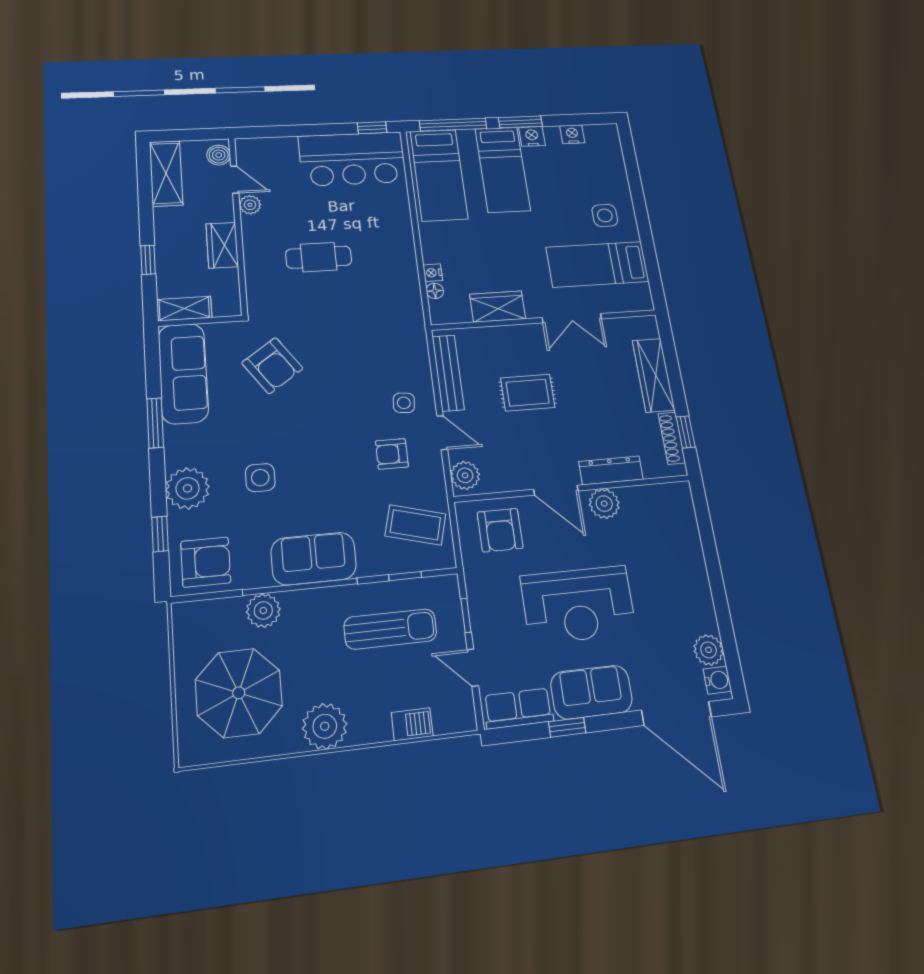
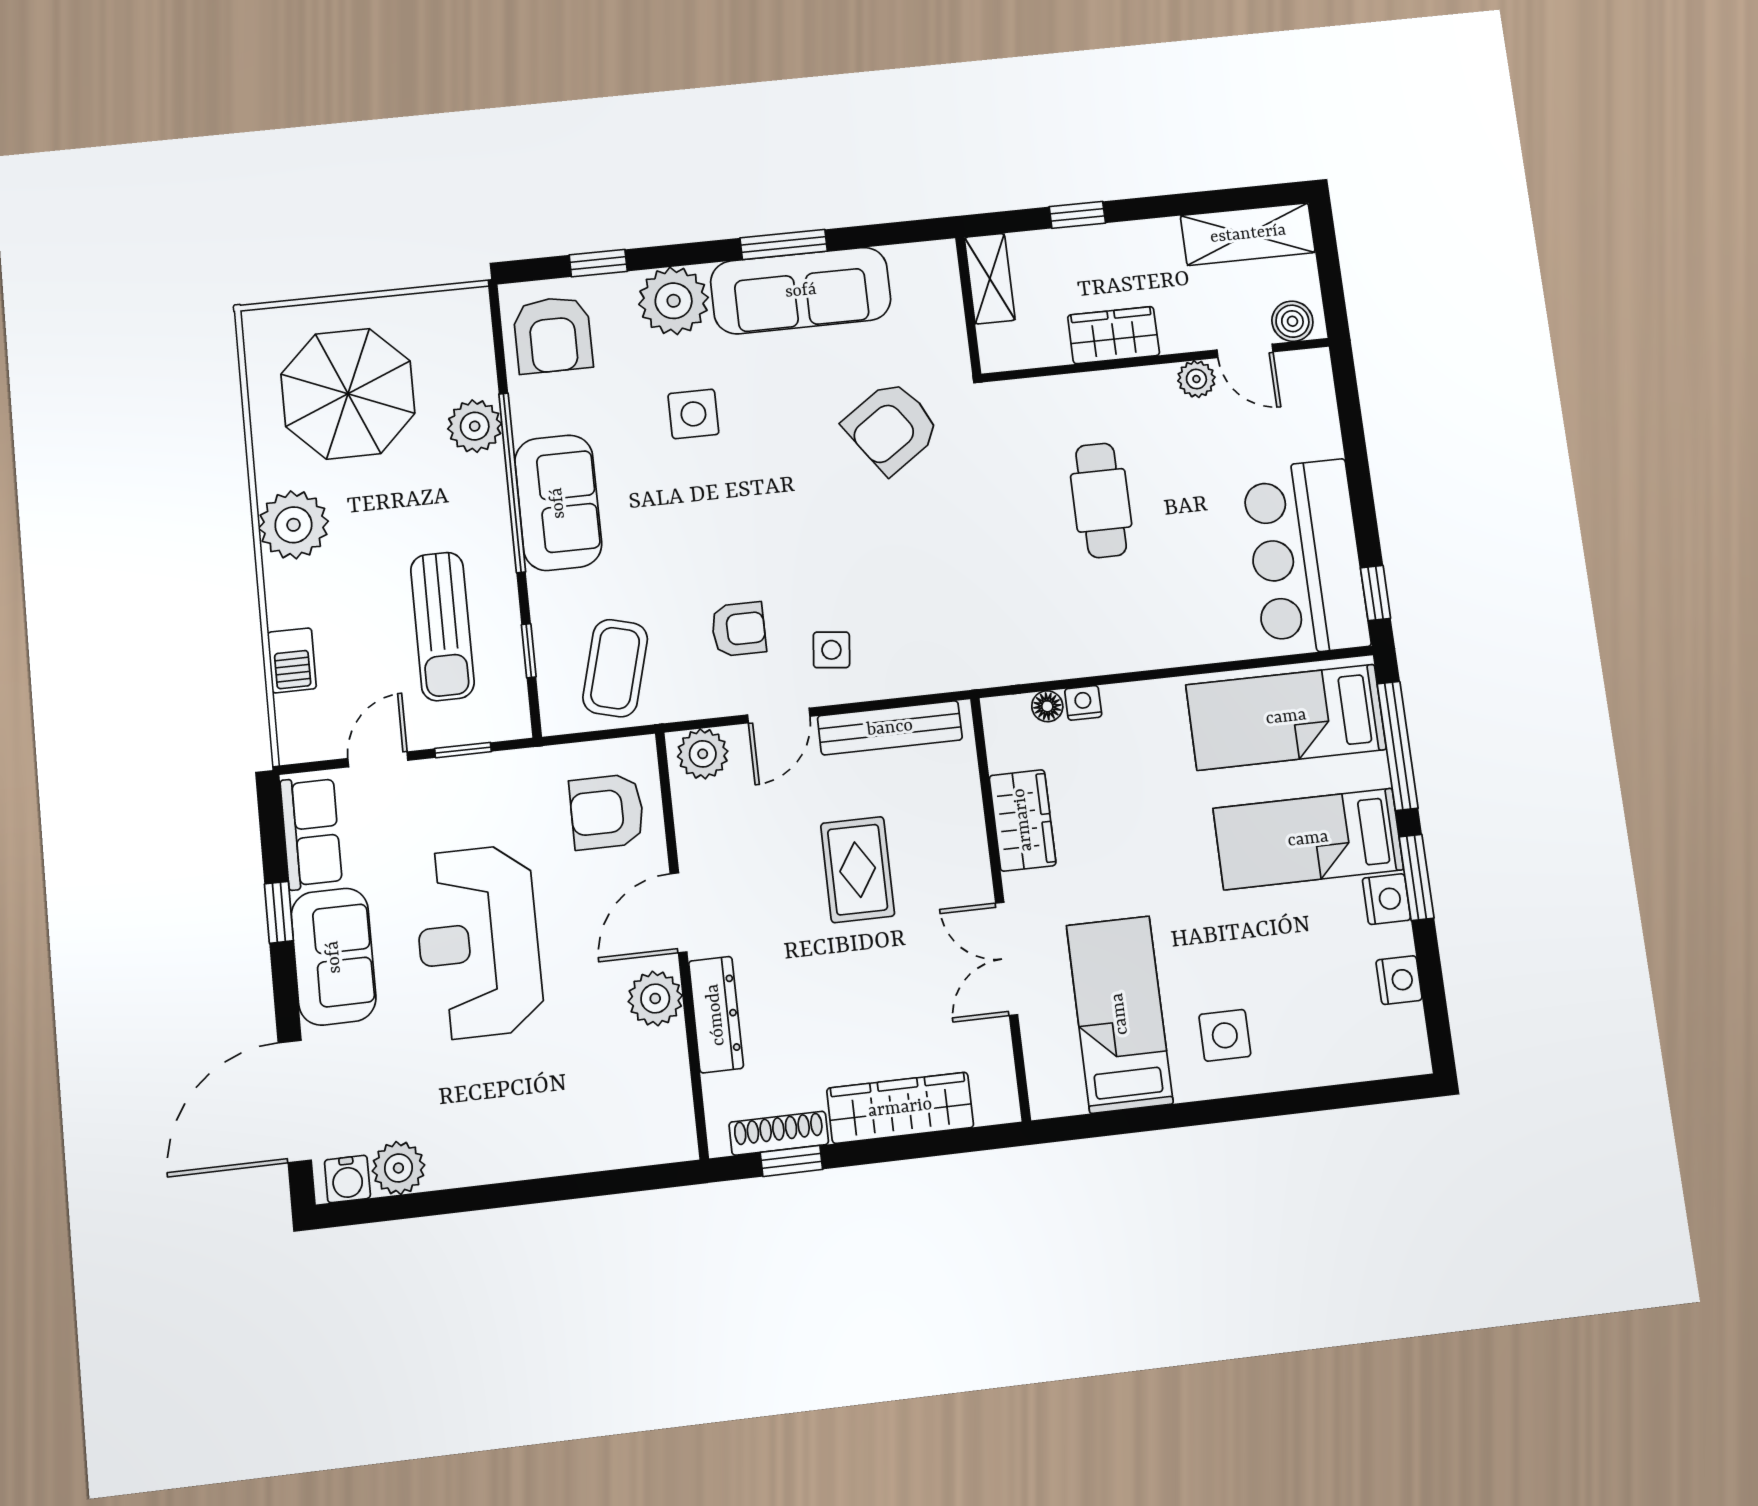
door: (235, 180) -> (1245, 351), hinge flipped
sofa: (183, 373) -> (801, 291), moved
armchair: (392, 454) -> (739, 629), turned 90

